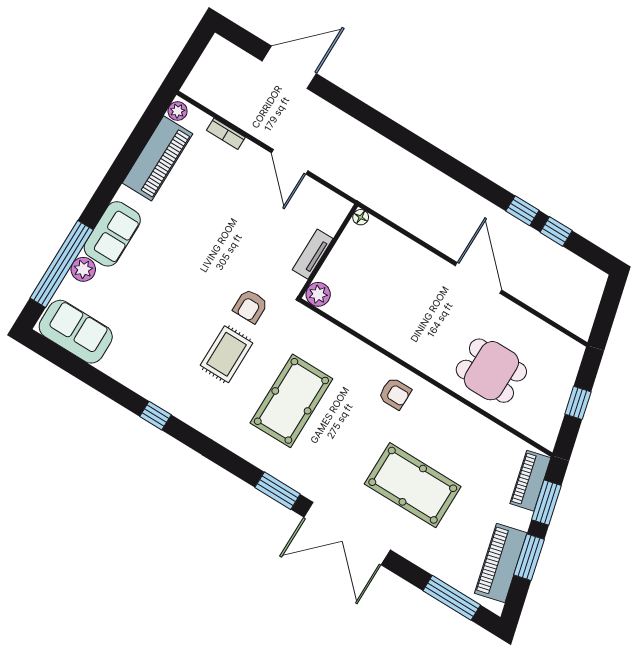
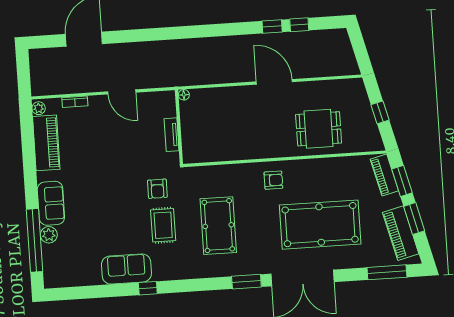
plant: (318, 294) -> (191, 155), removed
sofa: (76, 332) -> (126, 269), moved
pool table: (413, 485) -> (320, 225), width x1.36, depth x1.32

